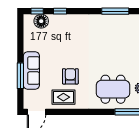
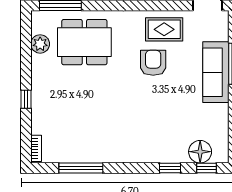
armchair: (70, 76) -> (153, 63), turned 180

